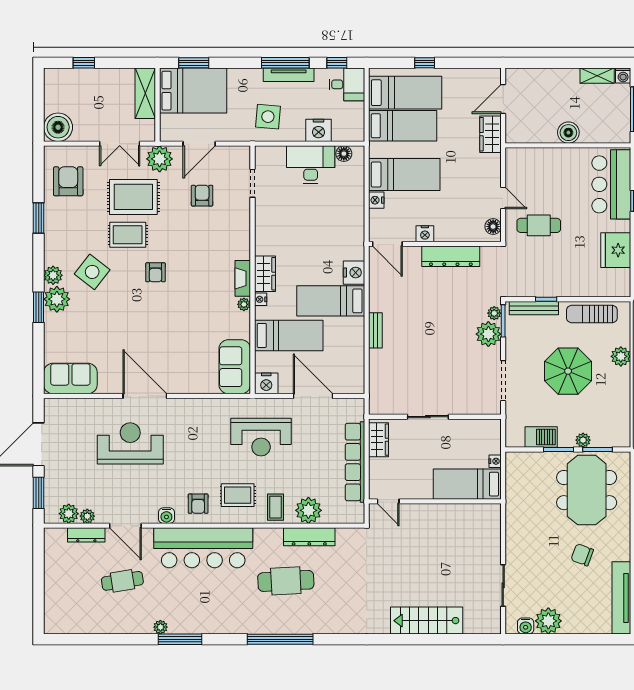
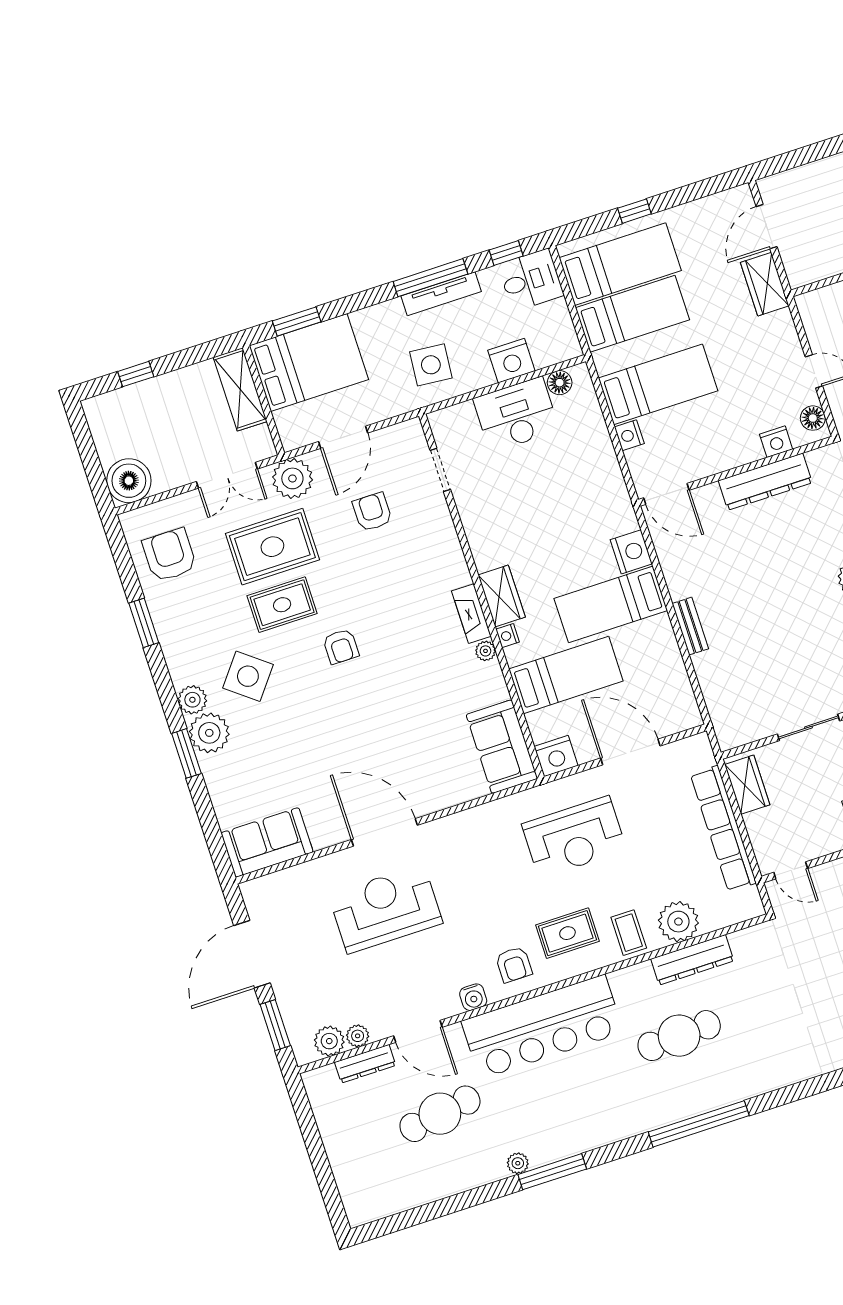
nightstand: (425, 234) -> (776, 442), moved
cafe table: (122, 581) -> (440, 1114), width x1.37, depth x1.35

